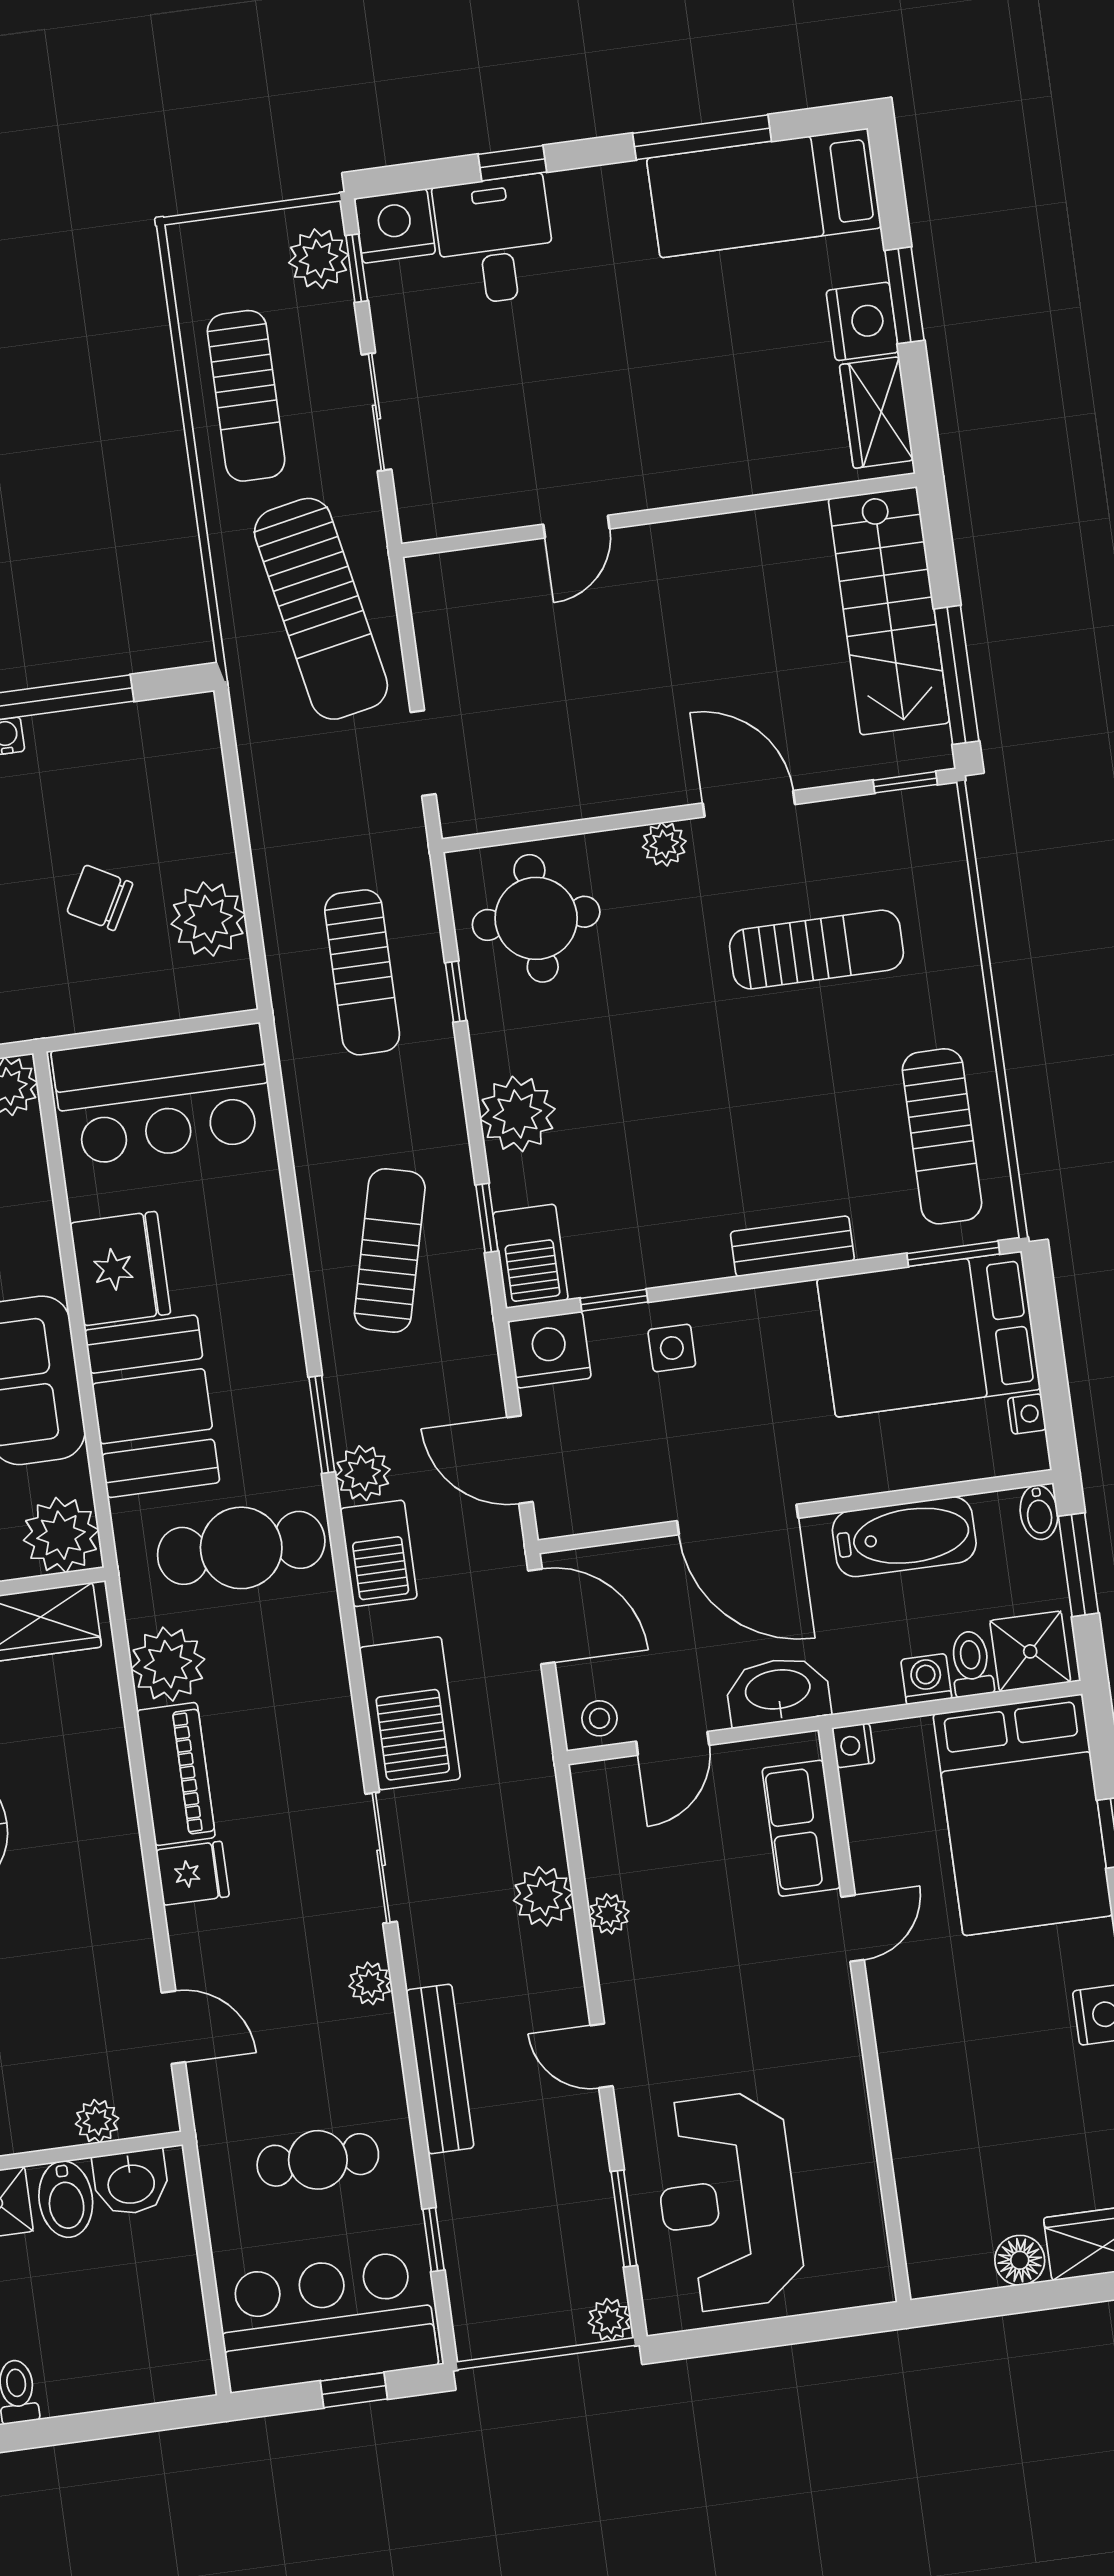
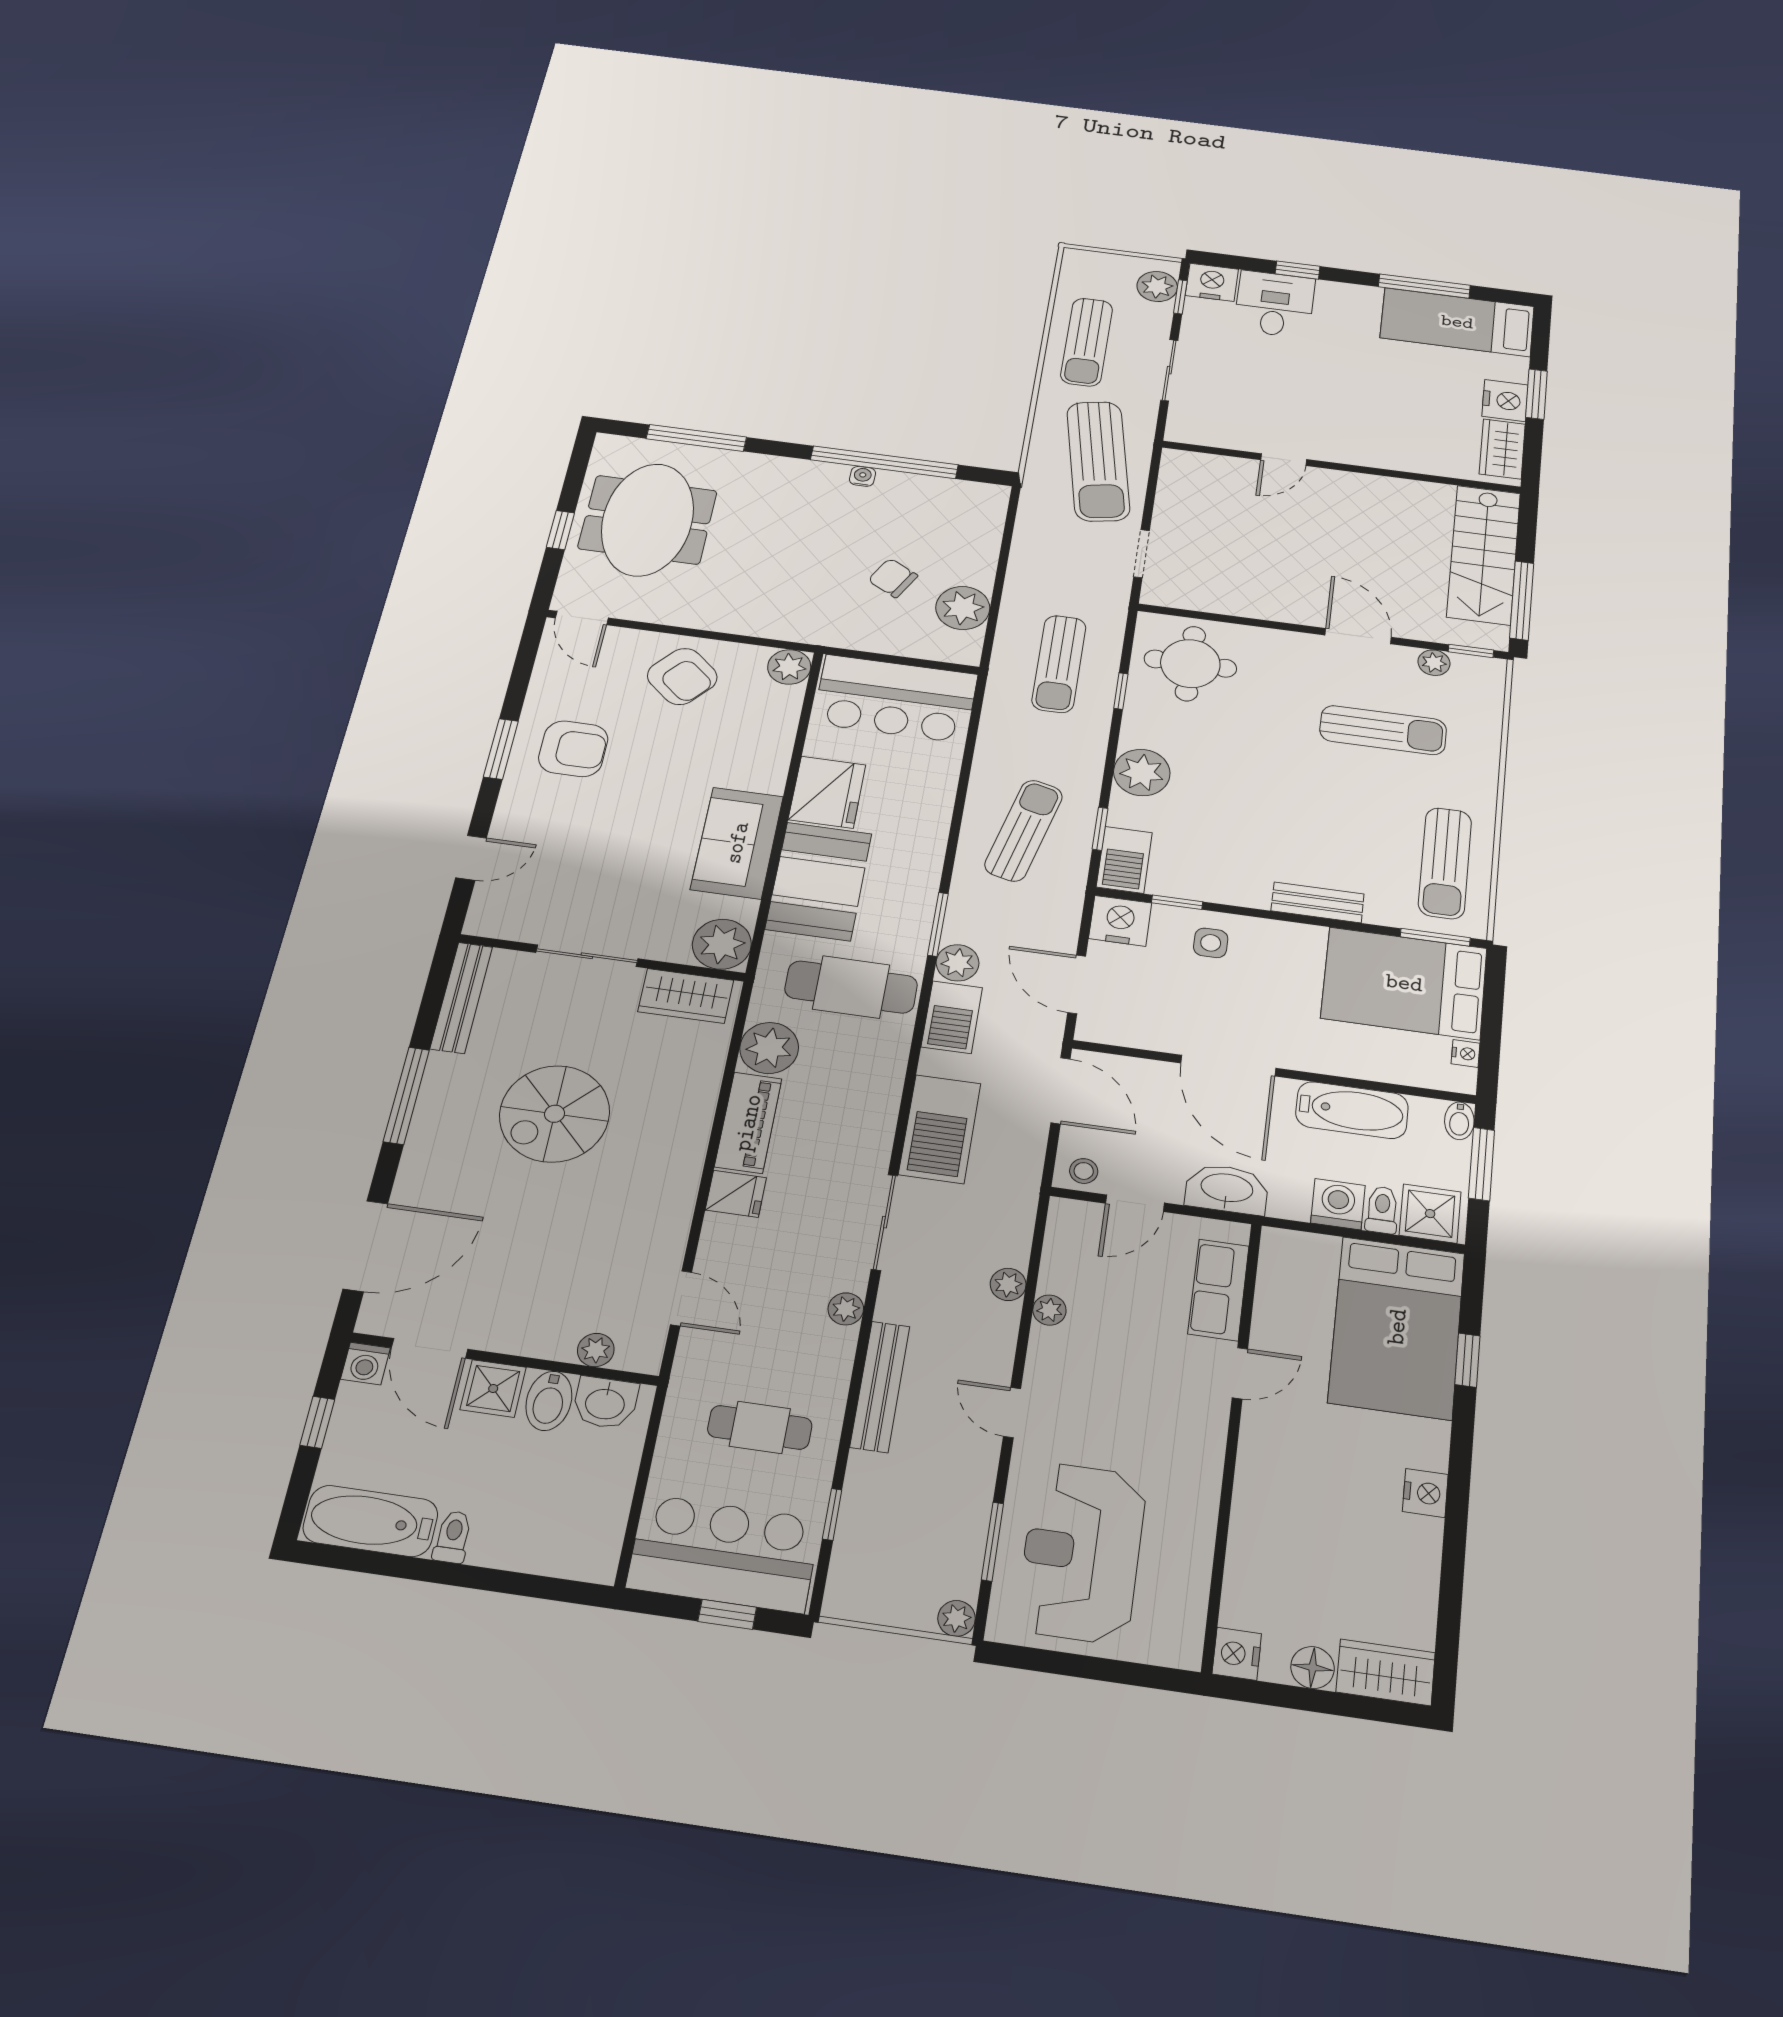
plant: (664, 844) -> (1434, 663), moved
washing machine: (926, 1679) -> (1338, 1204), width x1.38, depth x1.38
nightstand: (853, 1745) -> (1237, 1654), moved, width x1.39, depth x1.35
plant: (543, 1896) -> (1008, 1284), width x0.73, depth x0.73

